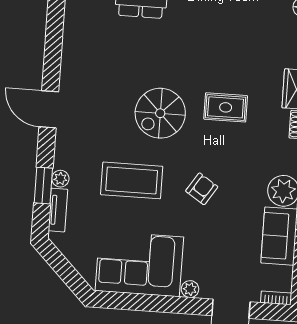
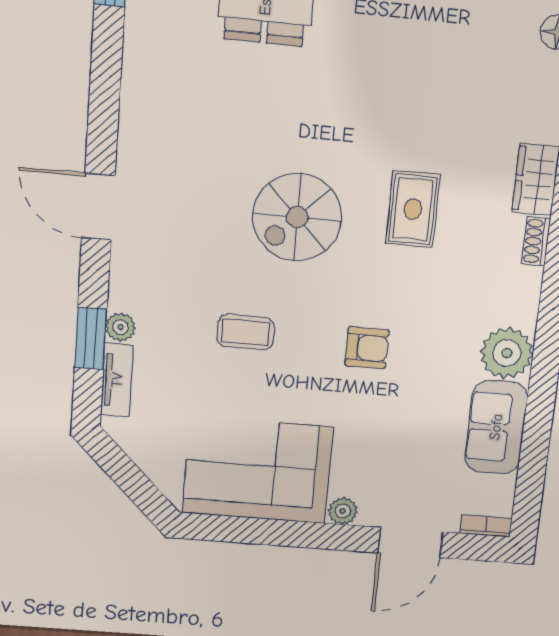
rug: (226, 107) -> (413, 209), turned 90
coffee table: (132, 180) -> (245, 332), width x0.54, depth x0.58
armchair: (202, 189) -> (367, 348), turned 57

